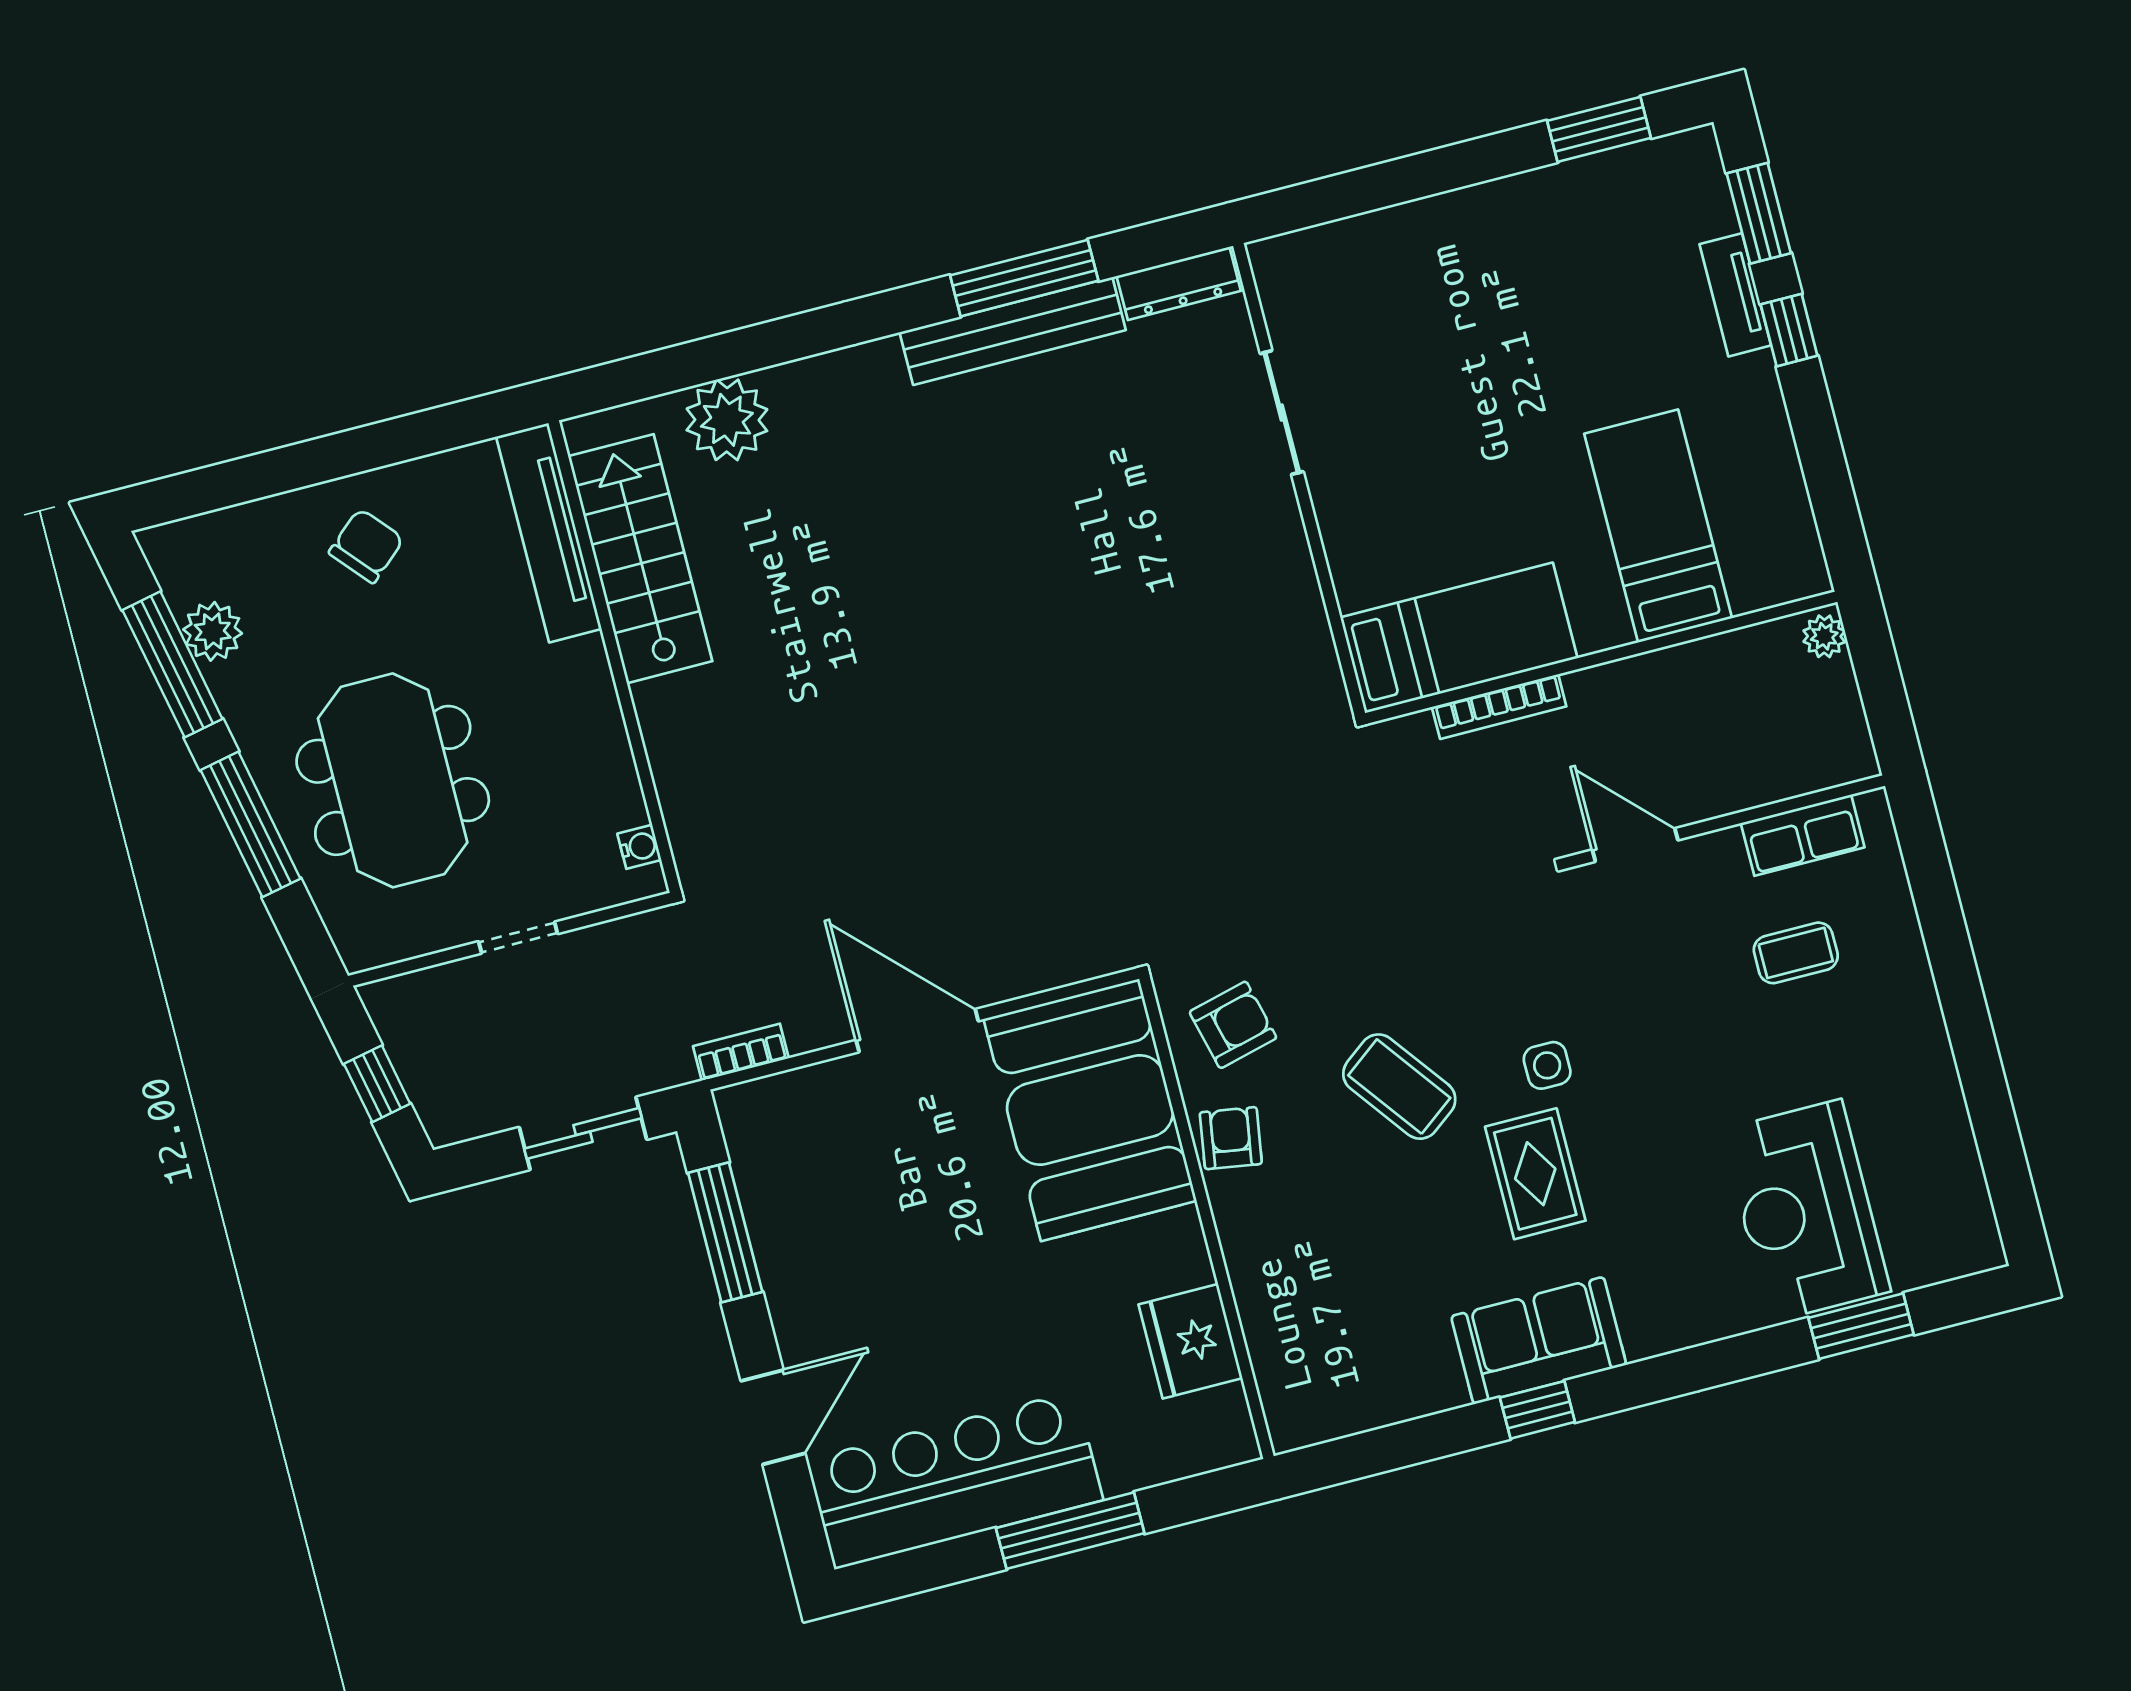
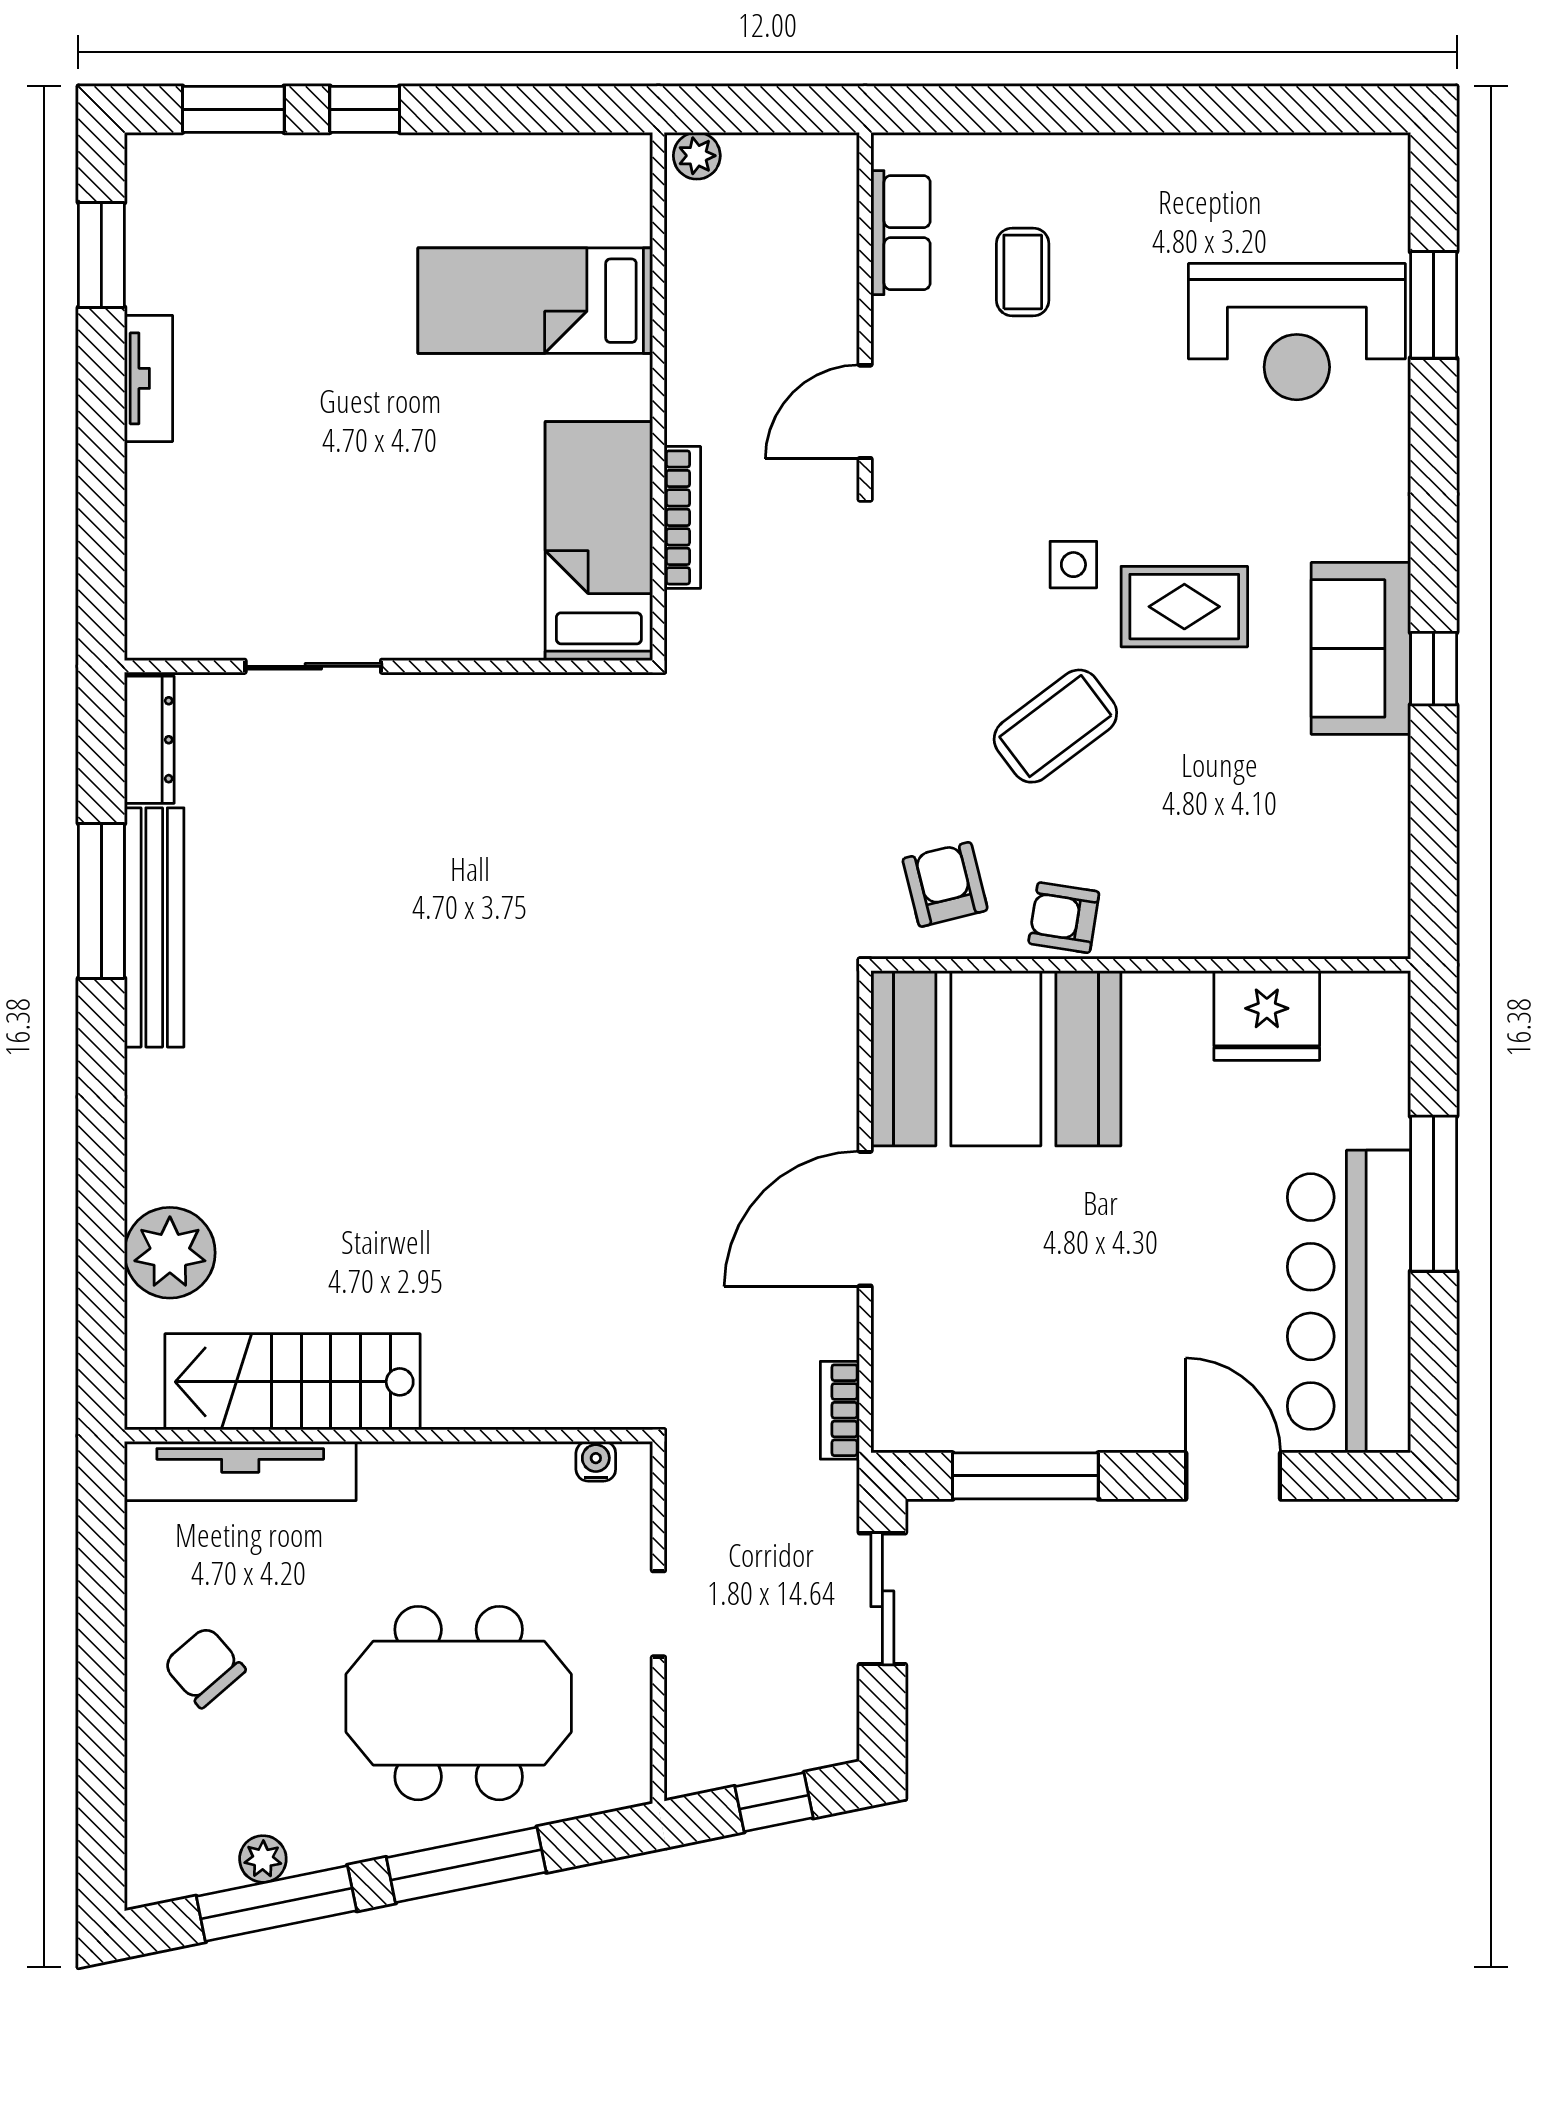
tv unit: (1735, 295) -> (149, 378), moved, turned -90
plant: (213, 631) -> (263, 1859), width x0.73, depth x0.73

